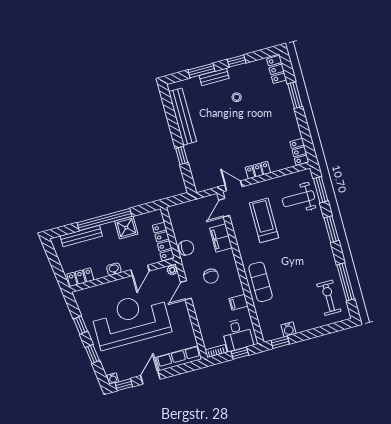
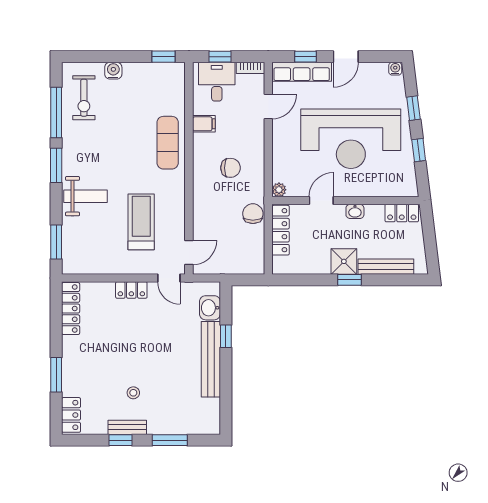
bench: (214, 77) -> (127, 427), moved
bench: (183, 117) -> (211, 359), moved
locker: (299, 152) -> (71, 309), width x1.53
washbasin: (198, 173) -> (210, 308), added
weight bench: (298, 199) -> (85, 196), moved
window: (105, 219) -> (350, 280), width x0.32
treadmill: (264, 220) -> (141, 222), turned 180
shower: (126, 228) -> (344, 261), moved
window: (331, 229) -> (56, 165), moved
filing cabinet: (221, 238) -> (204, 214), removed
chair: (186, 248) -> (253, 214), turned 90
chair: (211, 276) -> (230, 168), turned 90
door: (186, 290) -> (268, 106), moved
water cooler: (289, 329) -> (113, 71), moved
window: (124, 385) -> (305, 57), moved

